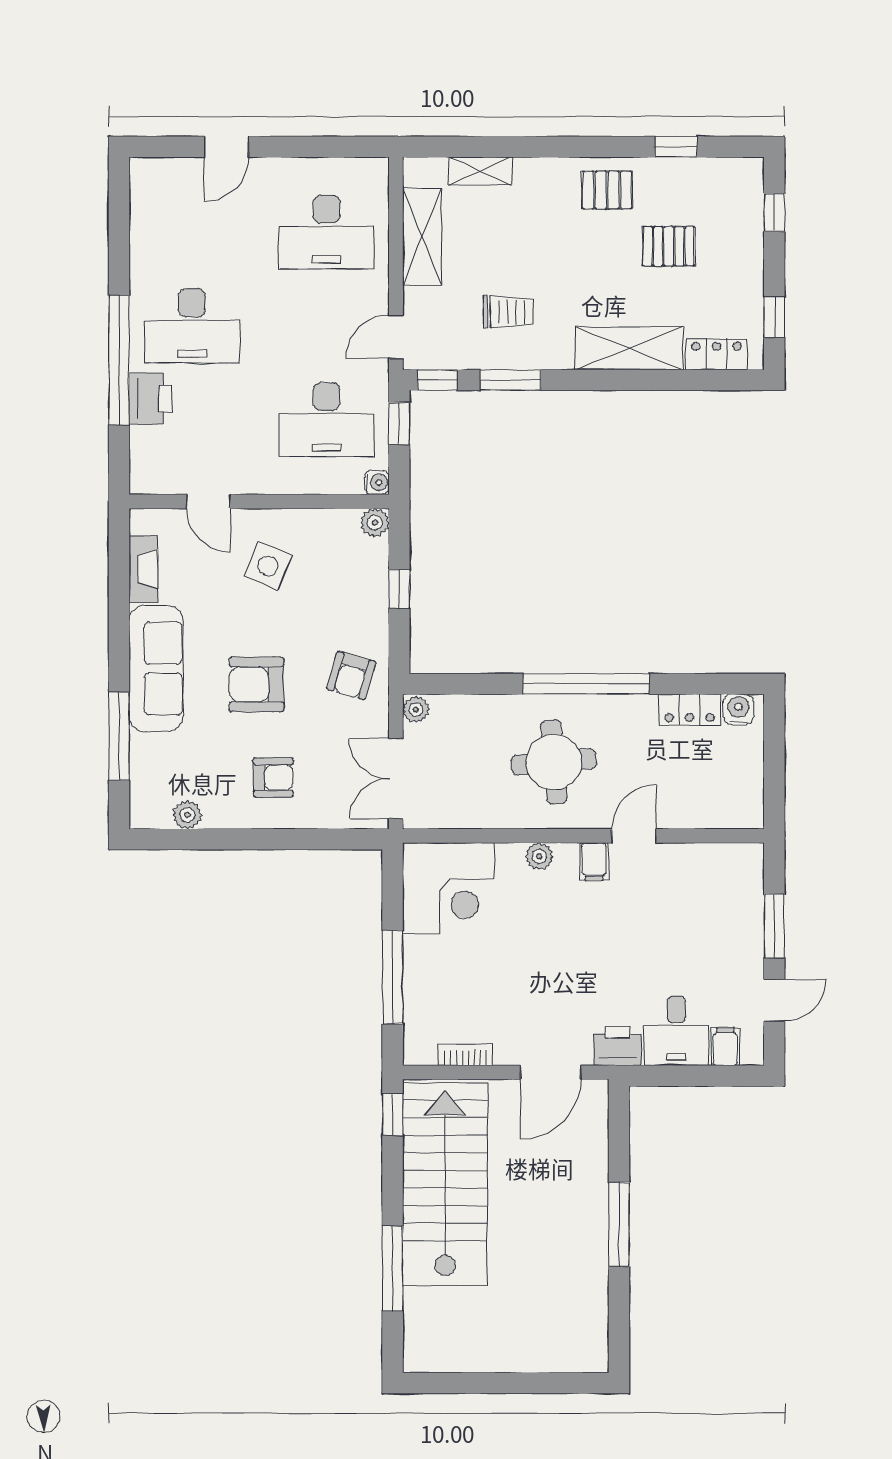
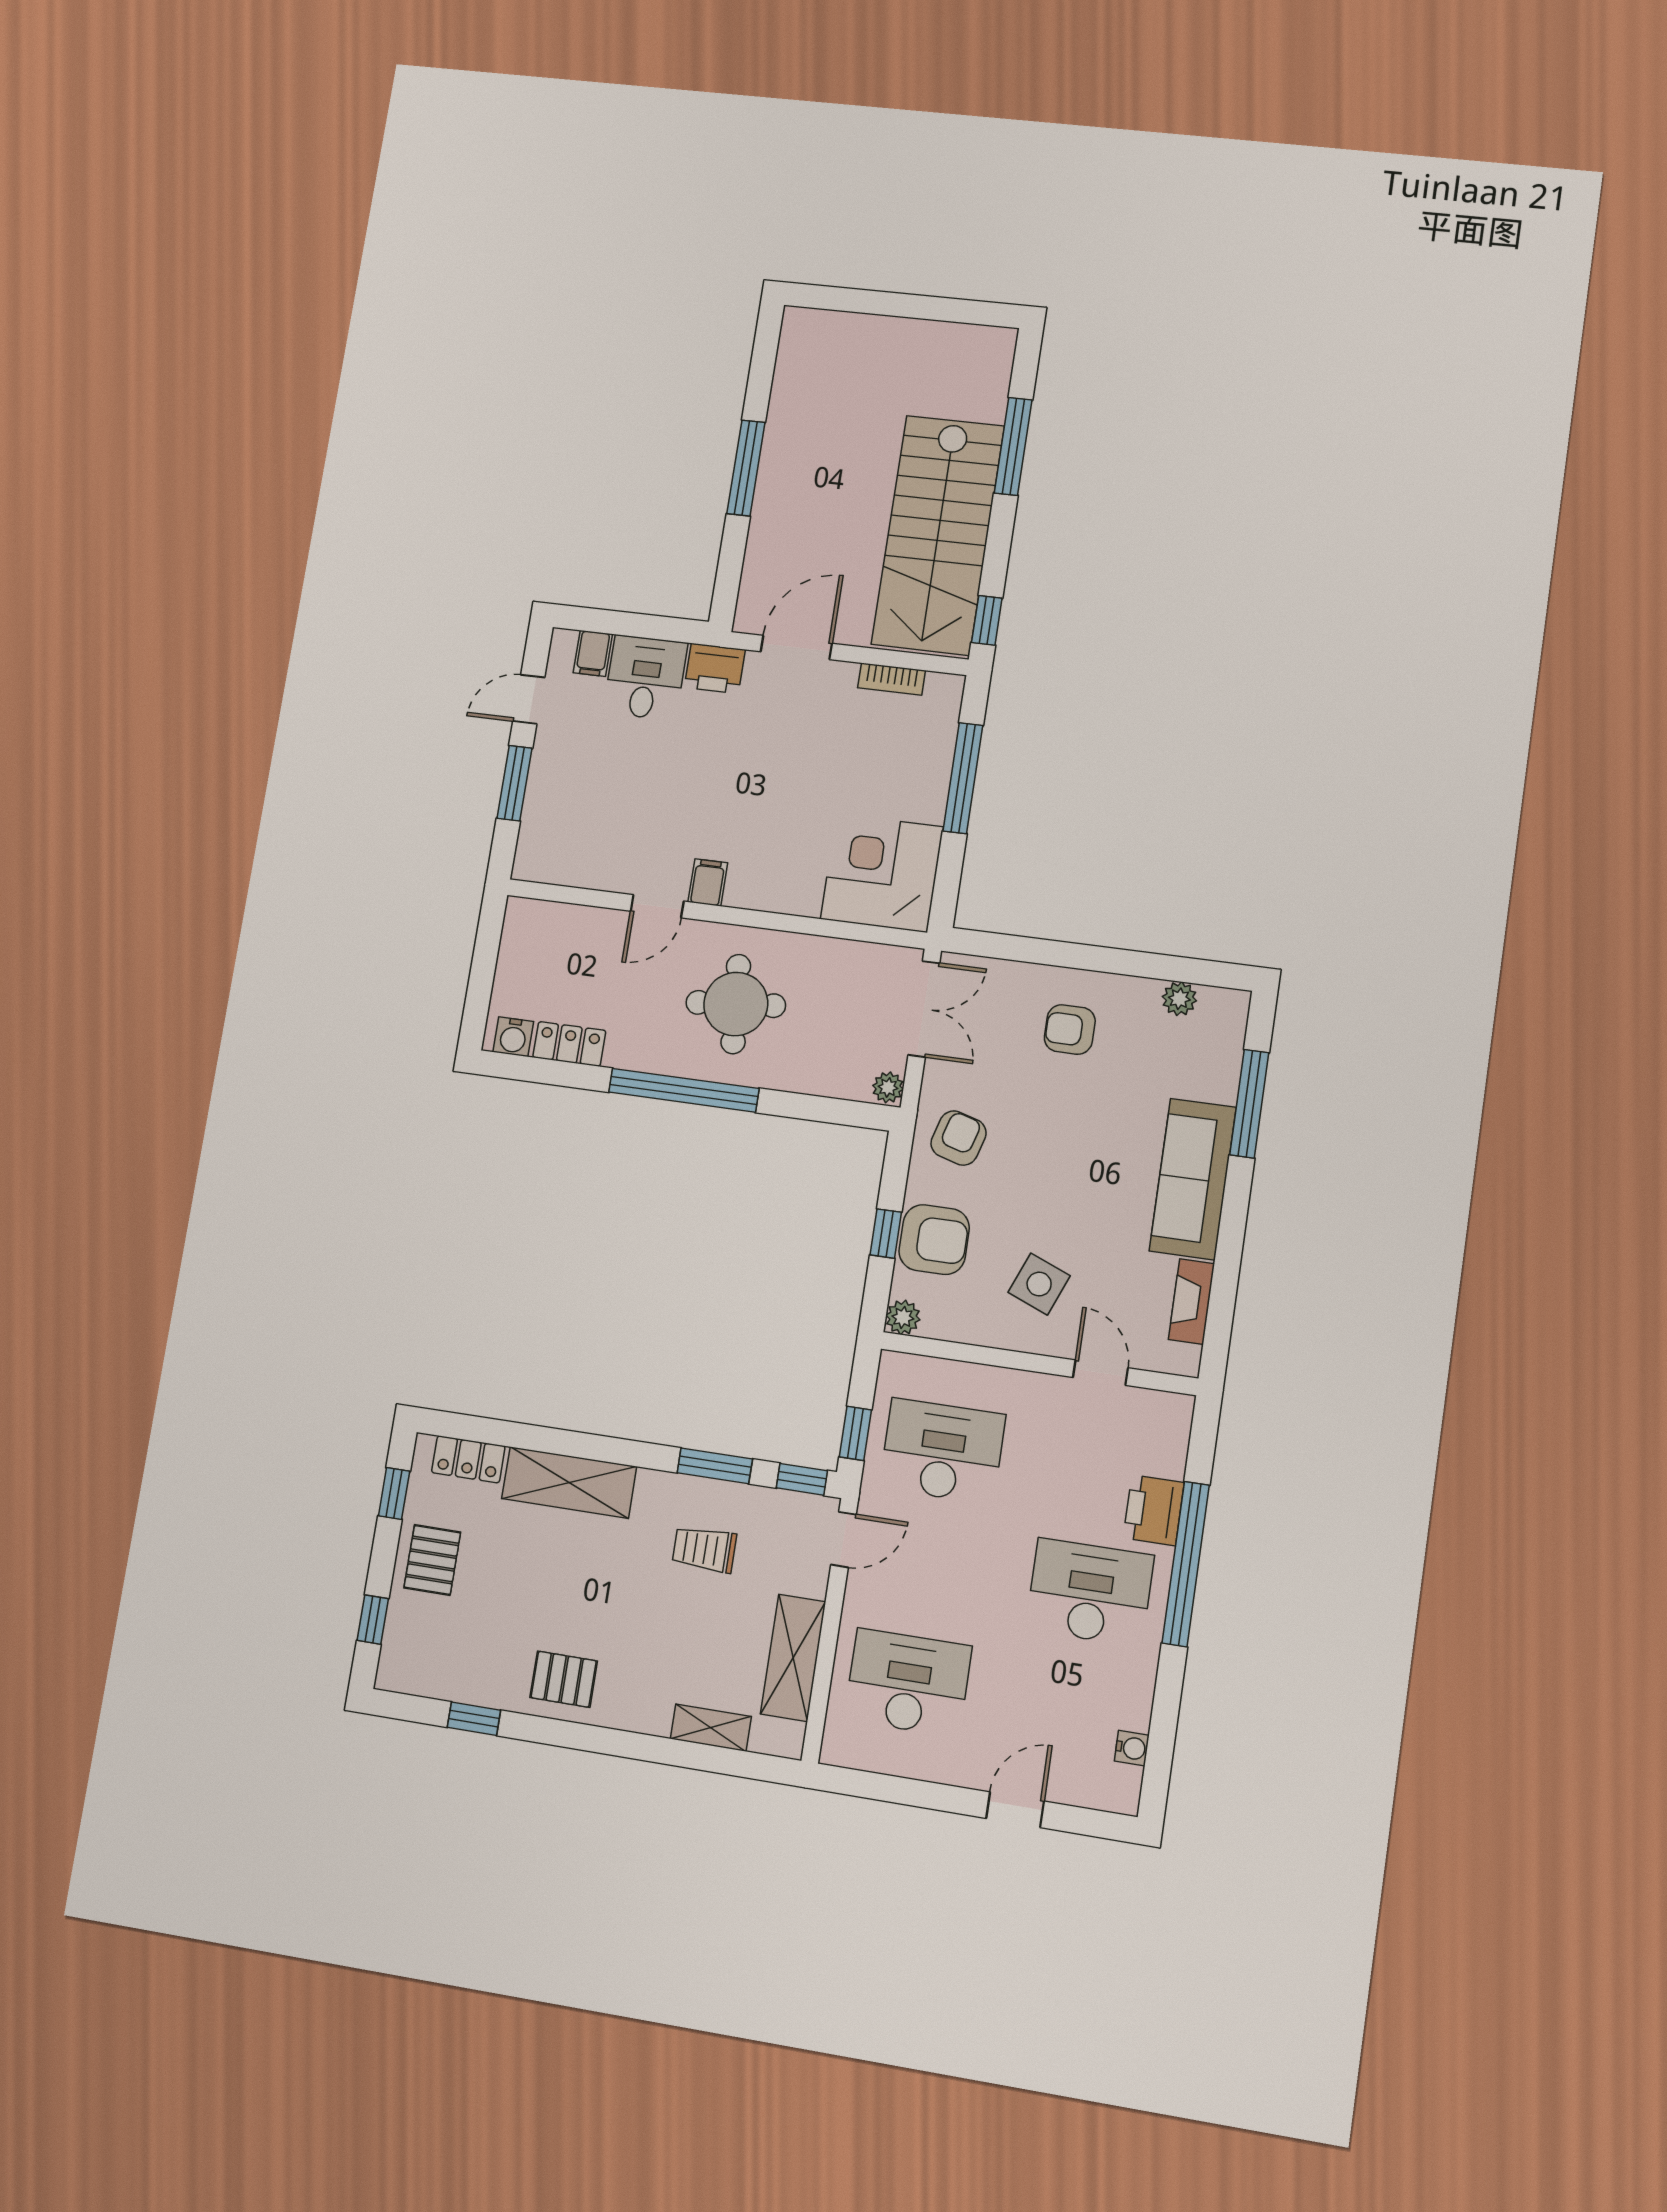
pallet: (669, 246) -> (432, 1560), moved, turned 90
water cooler: (377, 482) -> (1132, 1748), moved, turned 180
armchair: (256, 685) -> (934, 1240), moved
plant: (539, 856) -> (770, 897), removed

